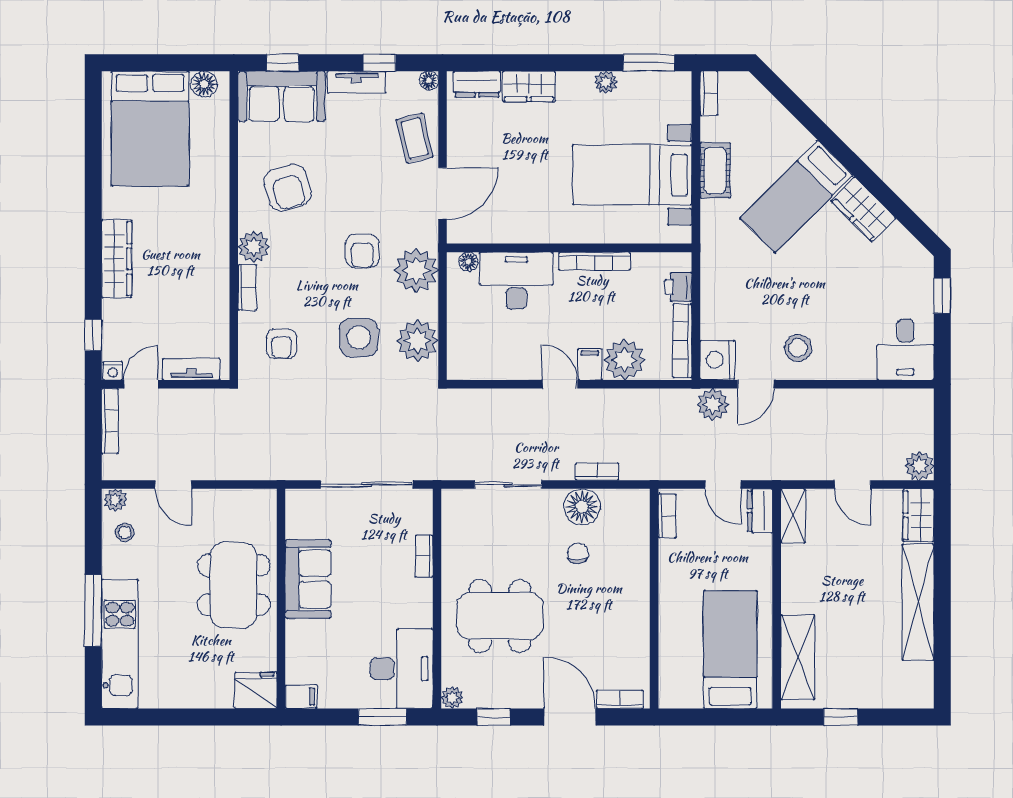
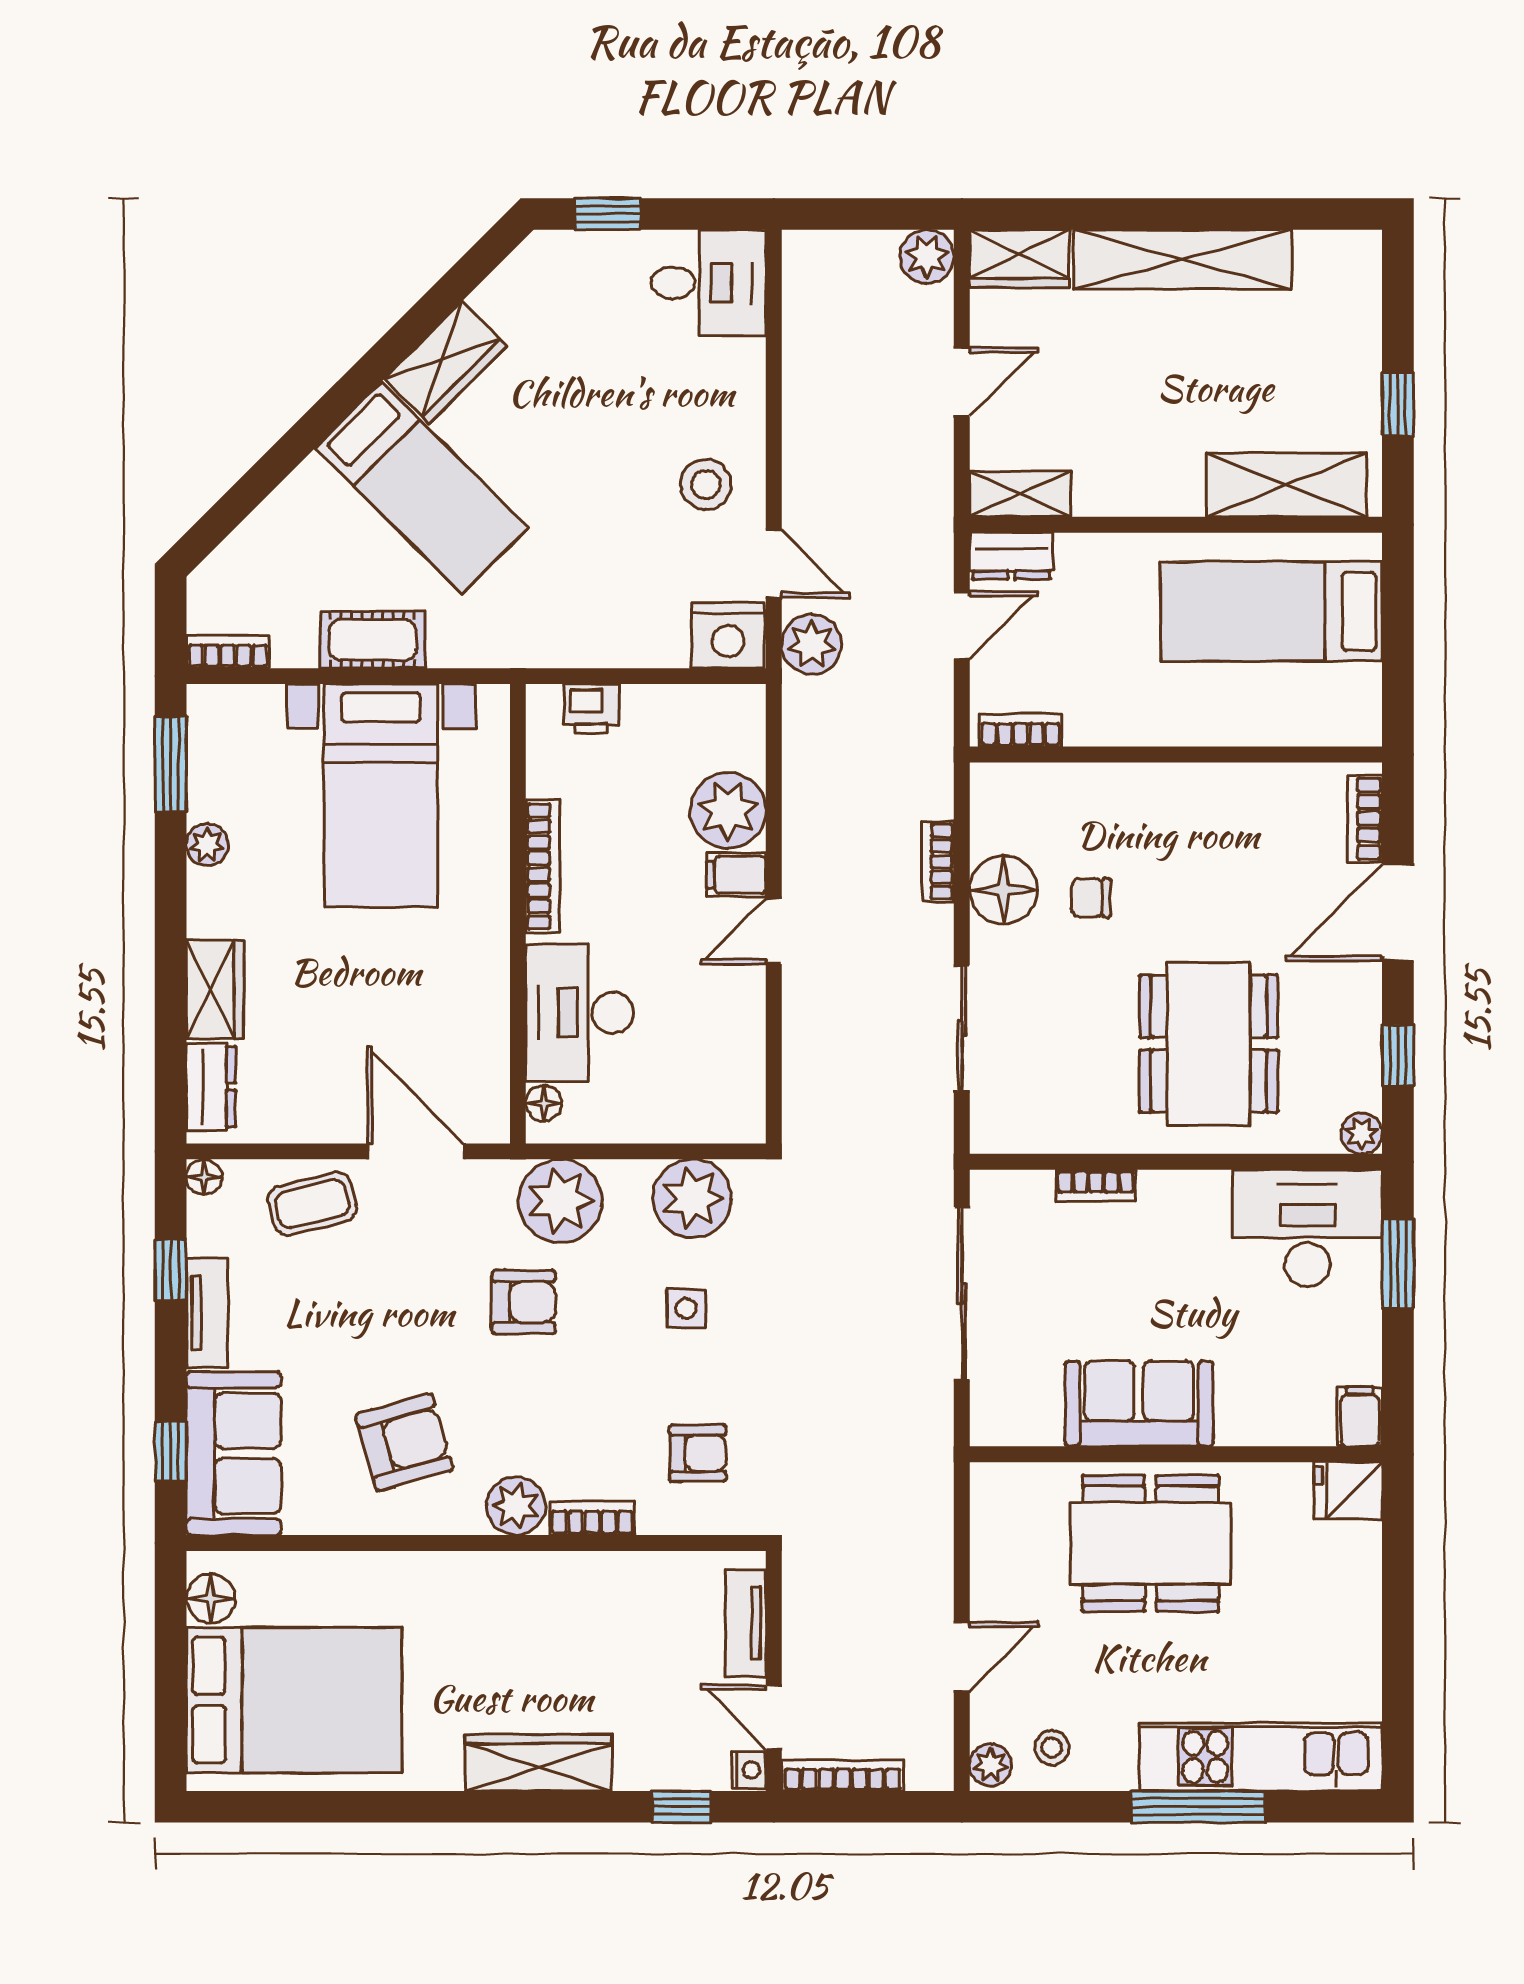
side table: (359, 337) -> (686, 1309), width x0.54, depth x0.54
bookcase: (682, 341) -> (692, 702), removed
fridge: (256, 690) -> (1348, 1491), width x0.72

